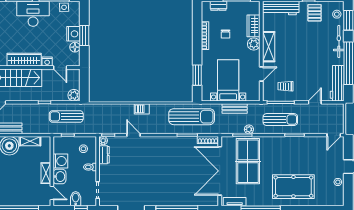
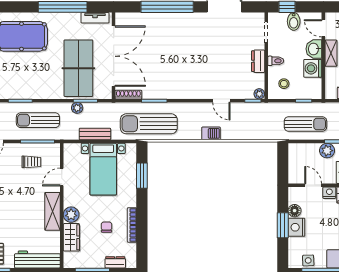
plant: (74, 95) -> (327, 151), moved
dresser: (104, 155) -> (258, 61), moved

